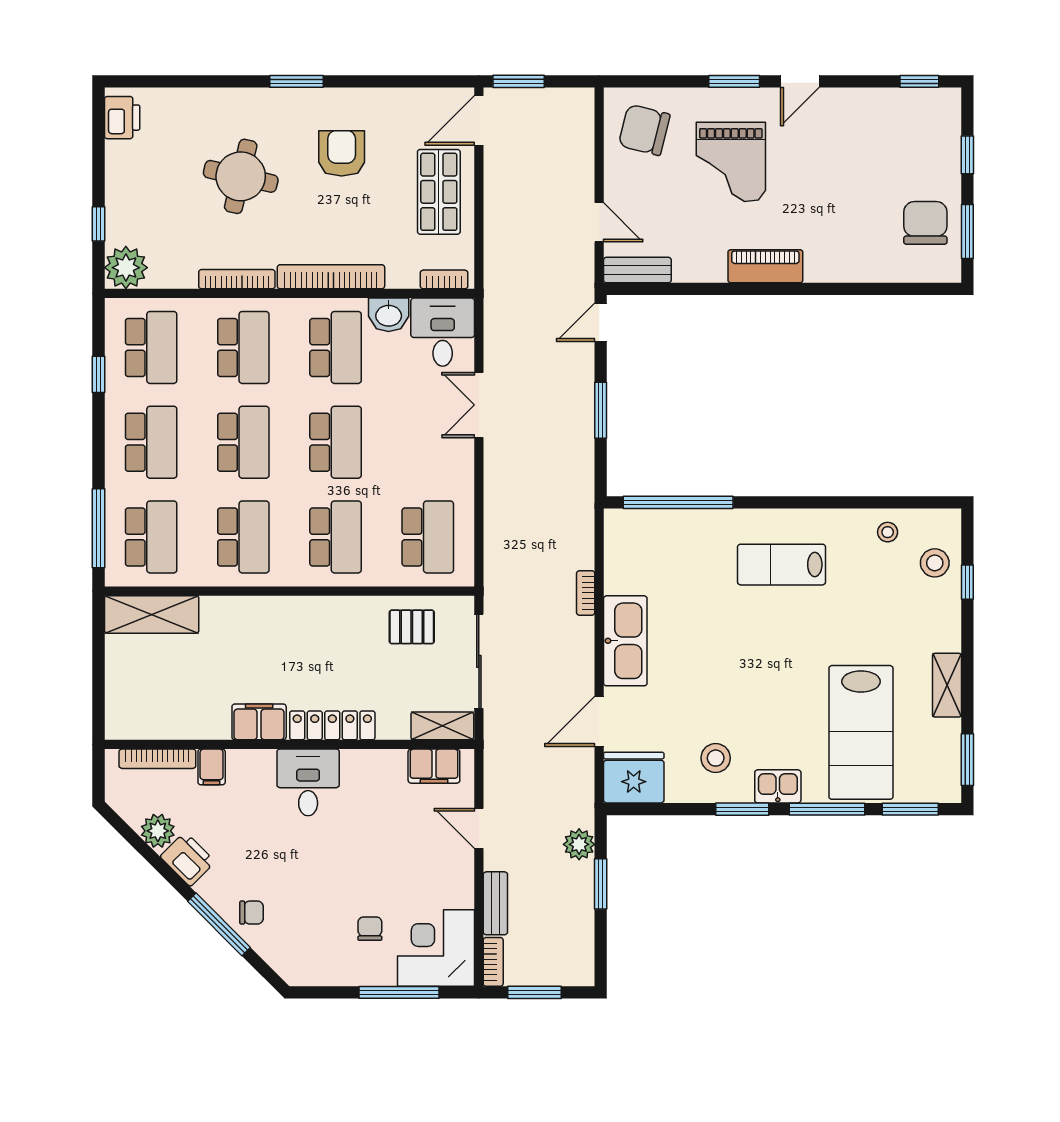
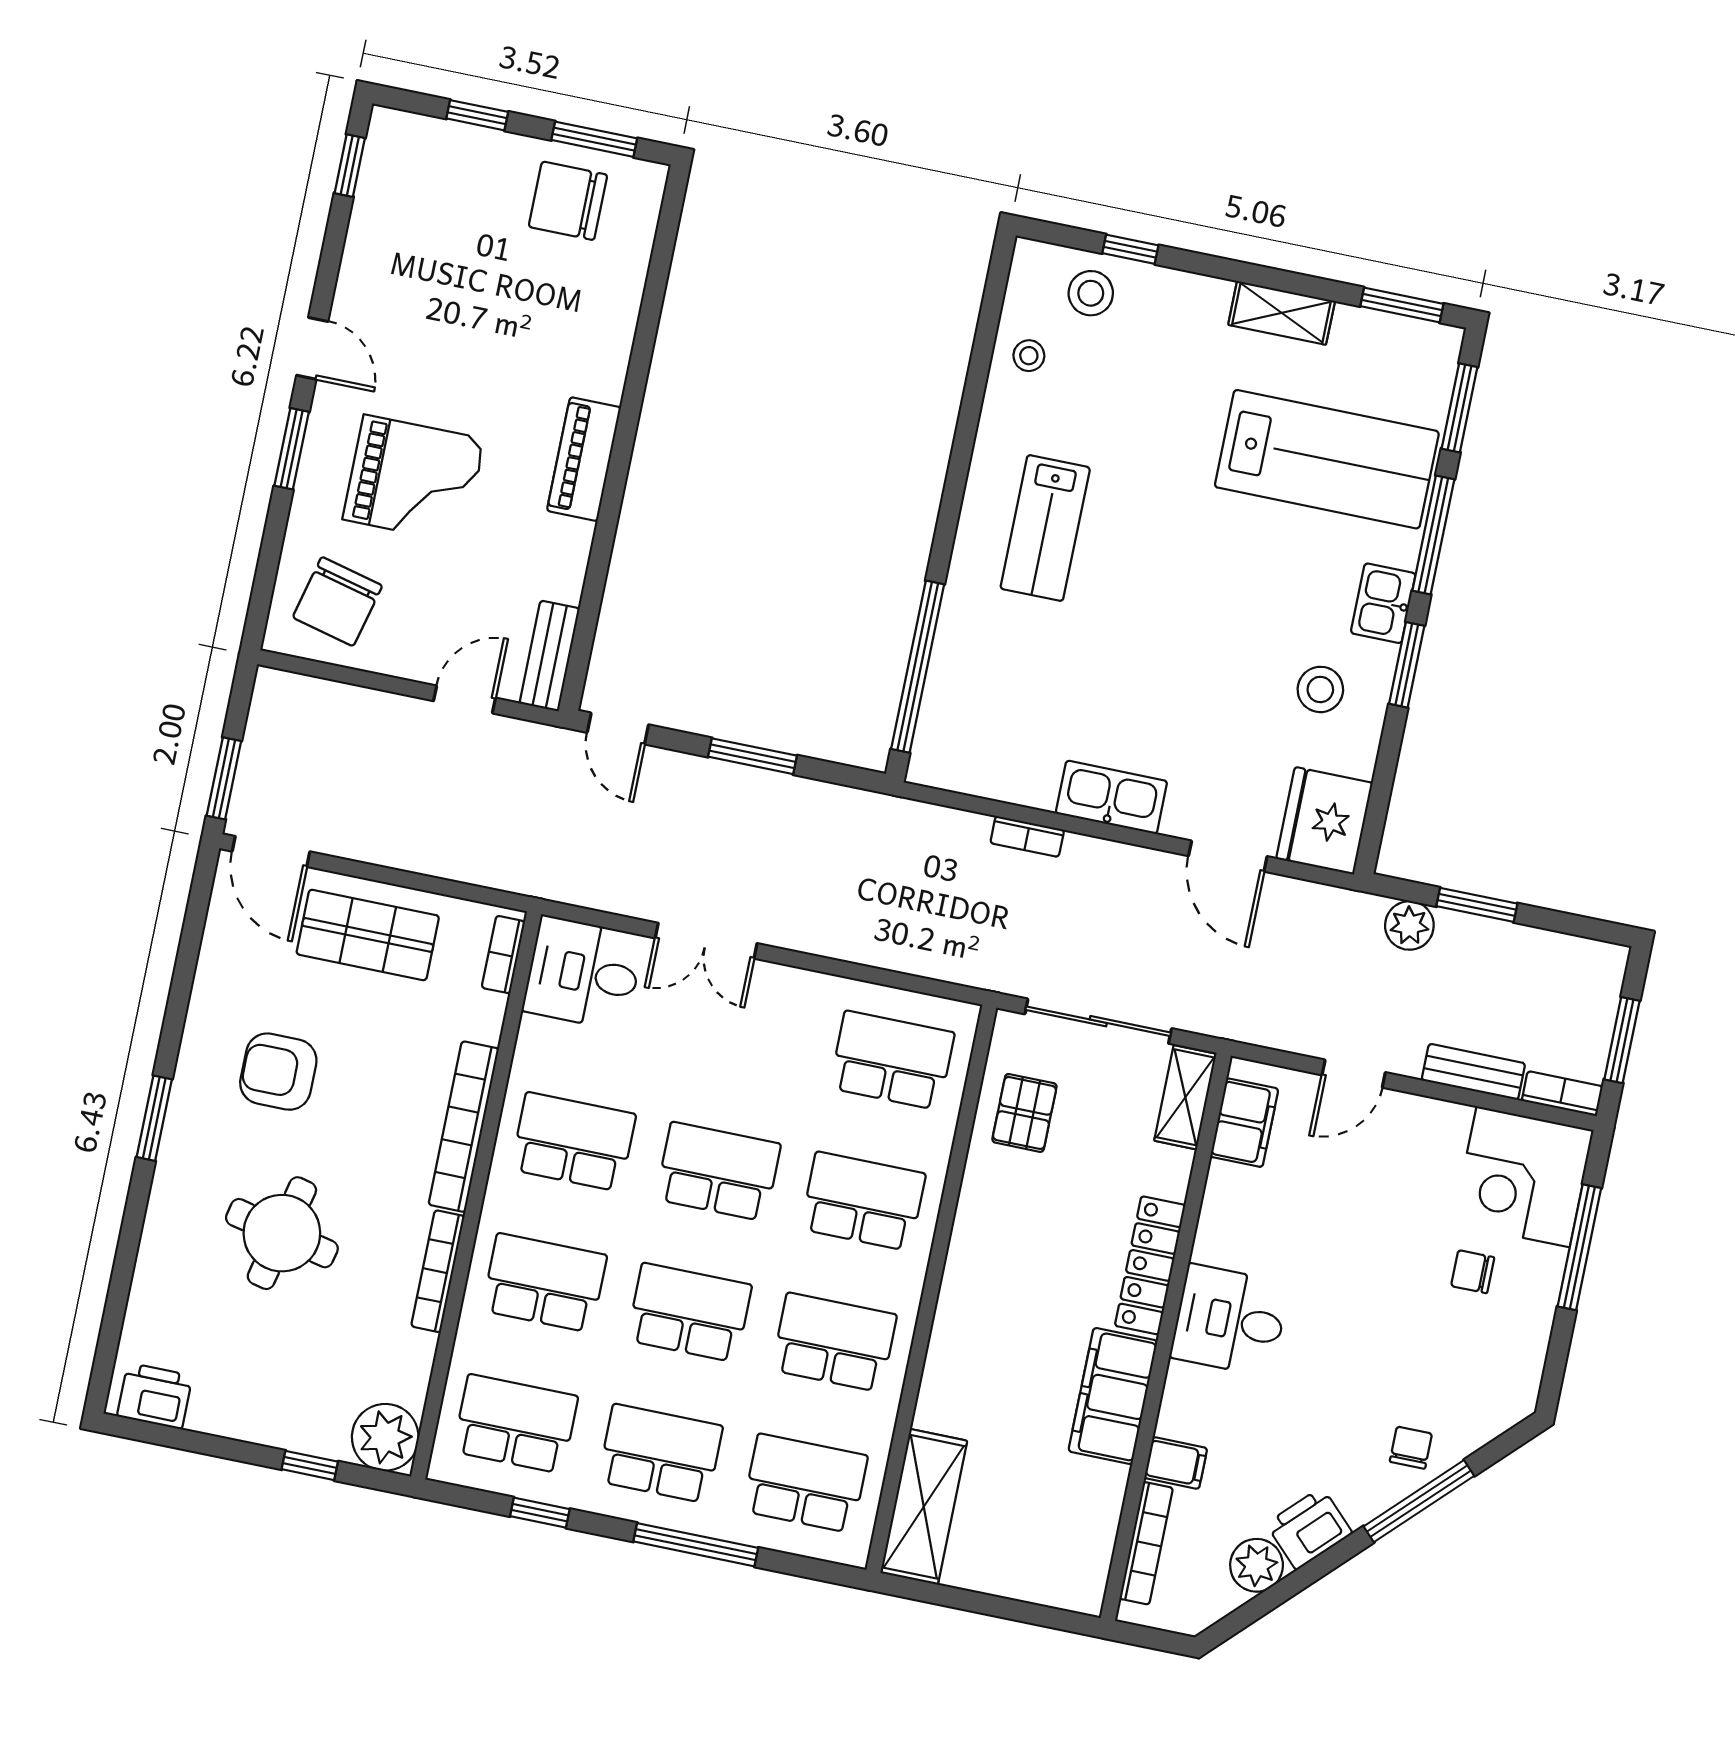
washbasin: (389, 315) -> (540, 1050), removed
window: (99, 528) -> (696, 1545), moved
kitchen sink: (625, 641) -> (1111, 797), width x0.73, depth x0.81
filing cabinet: (259, 722) -> (1113, 1396), width x1.50, depth x1.17

